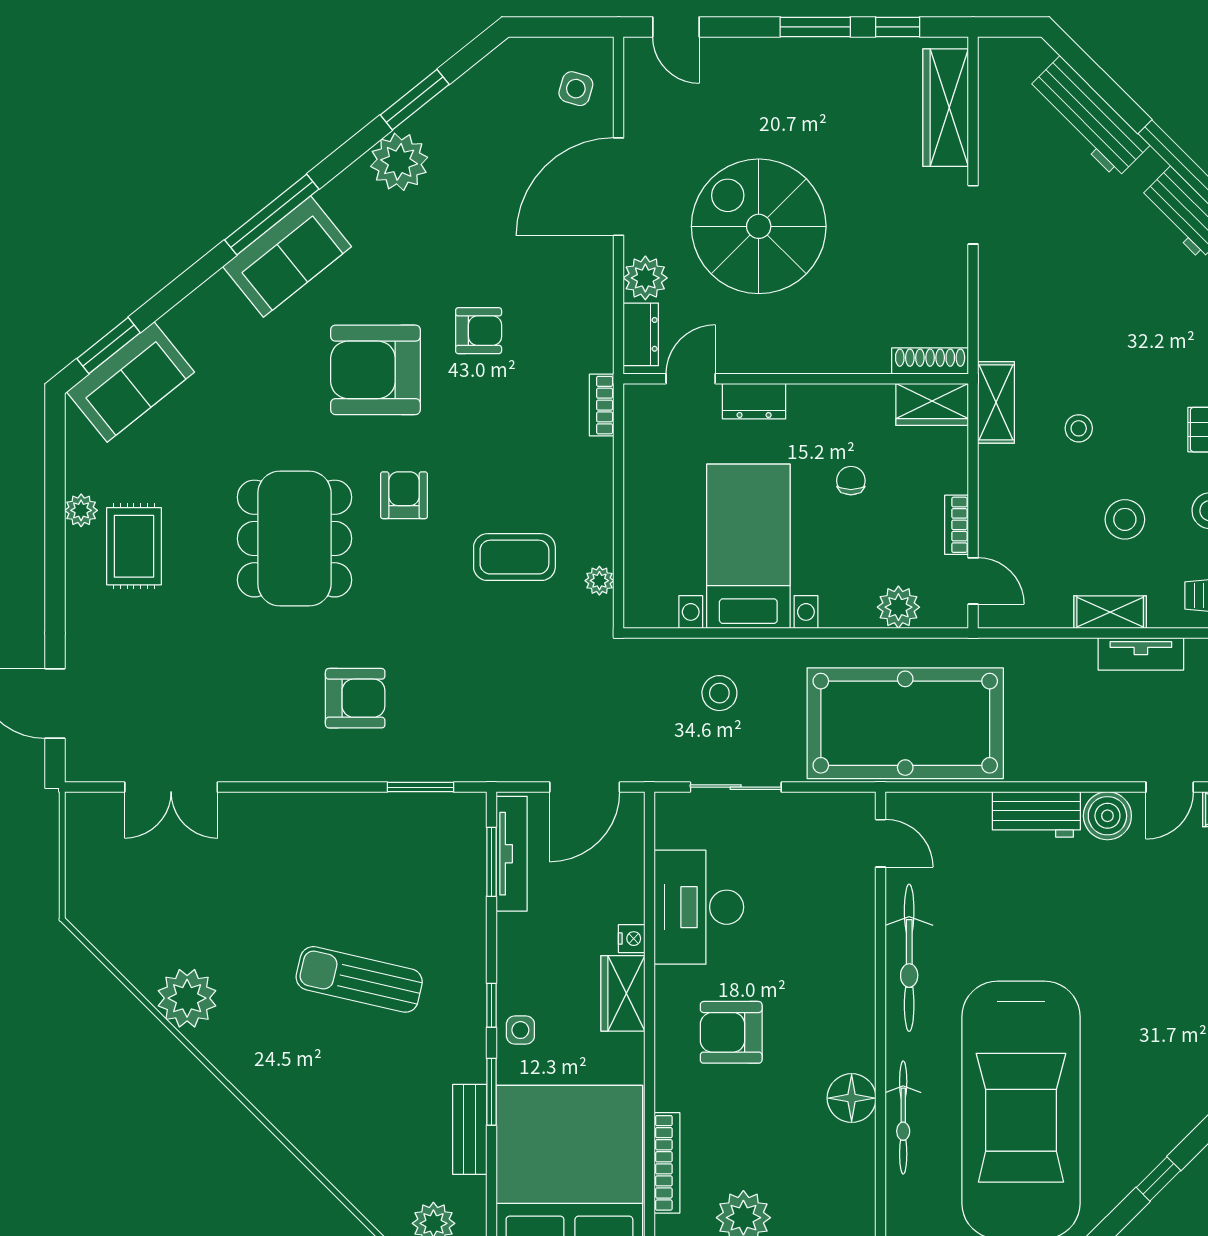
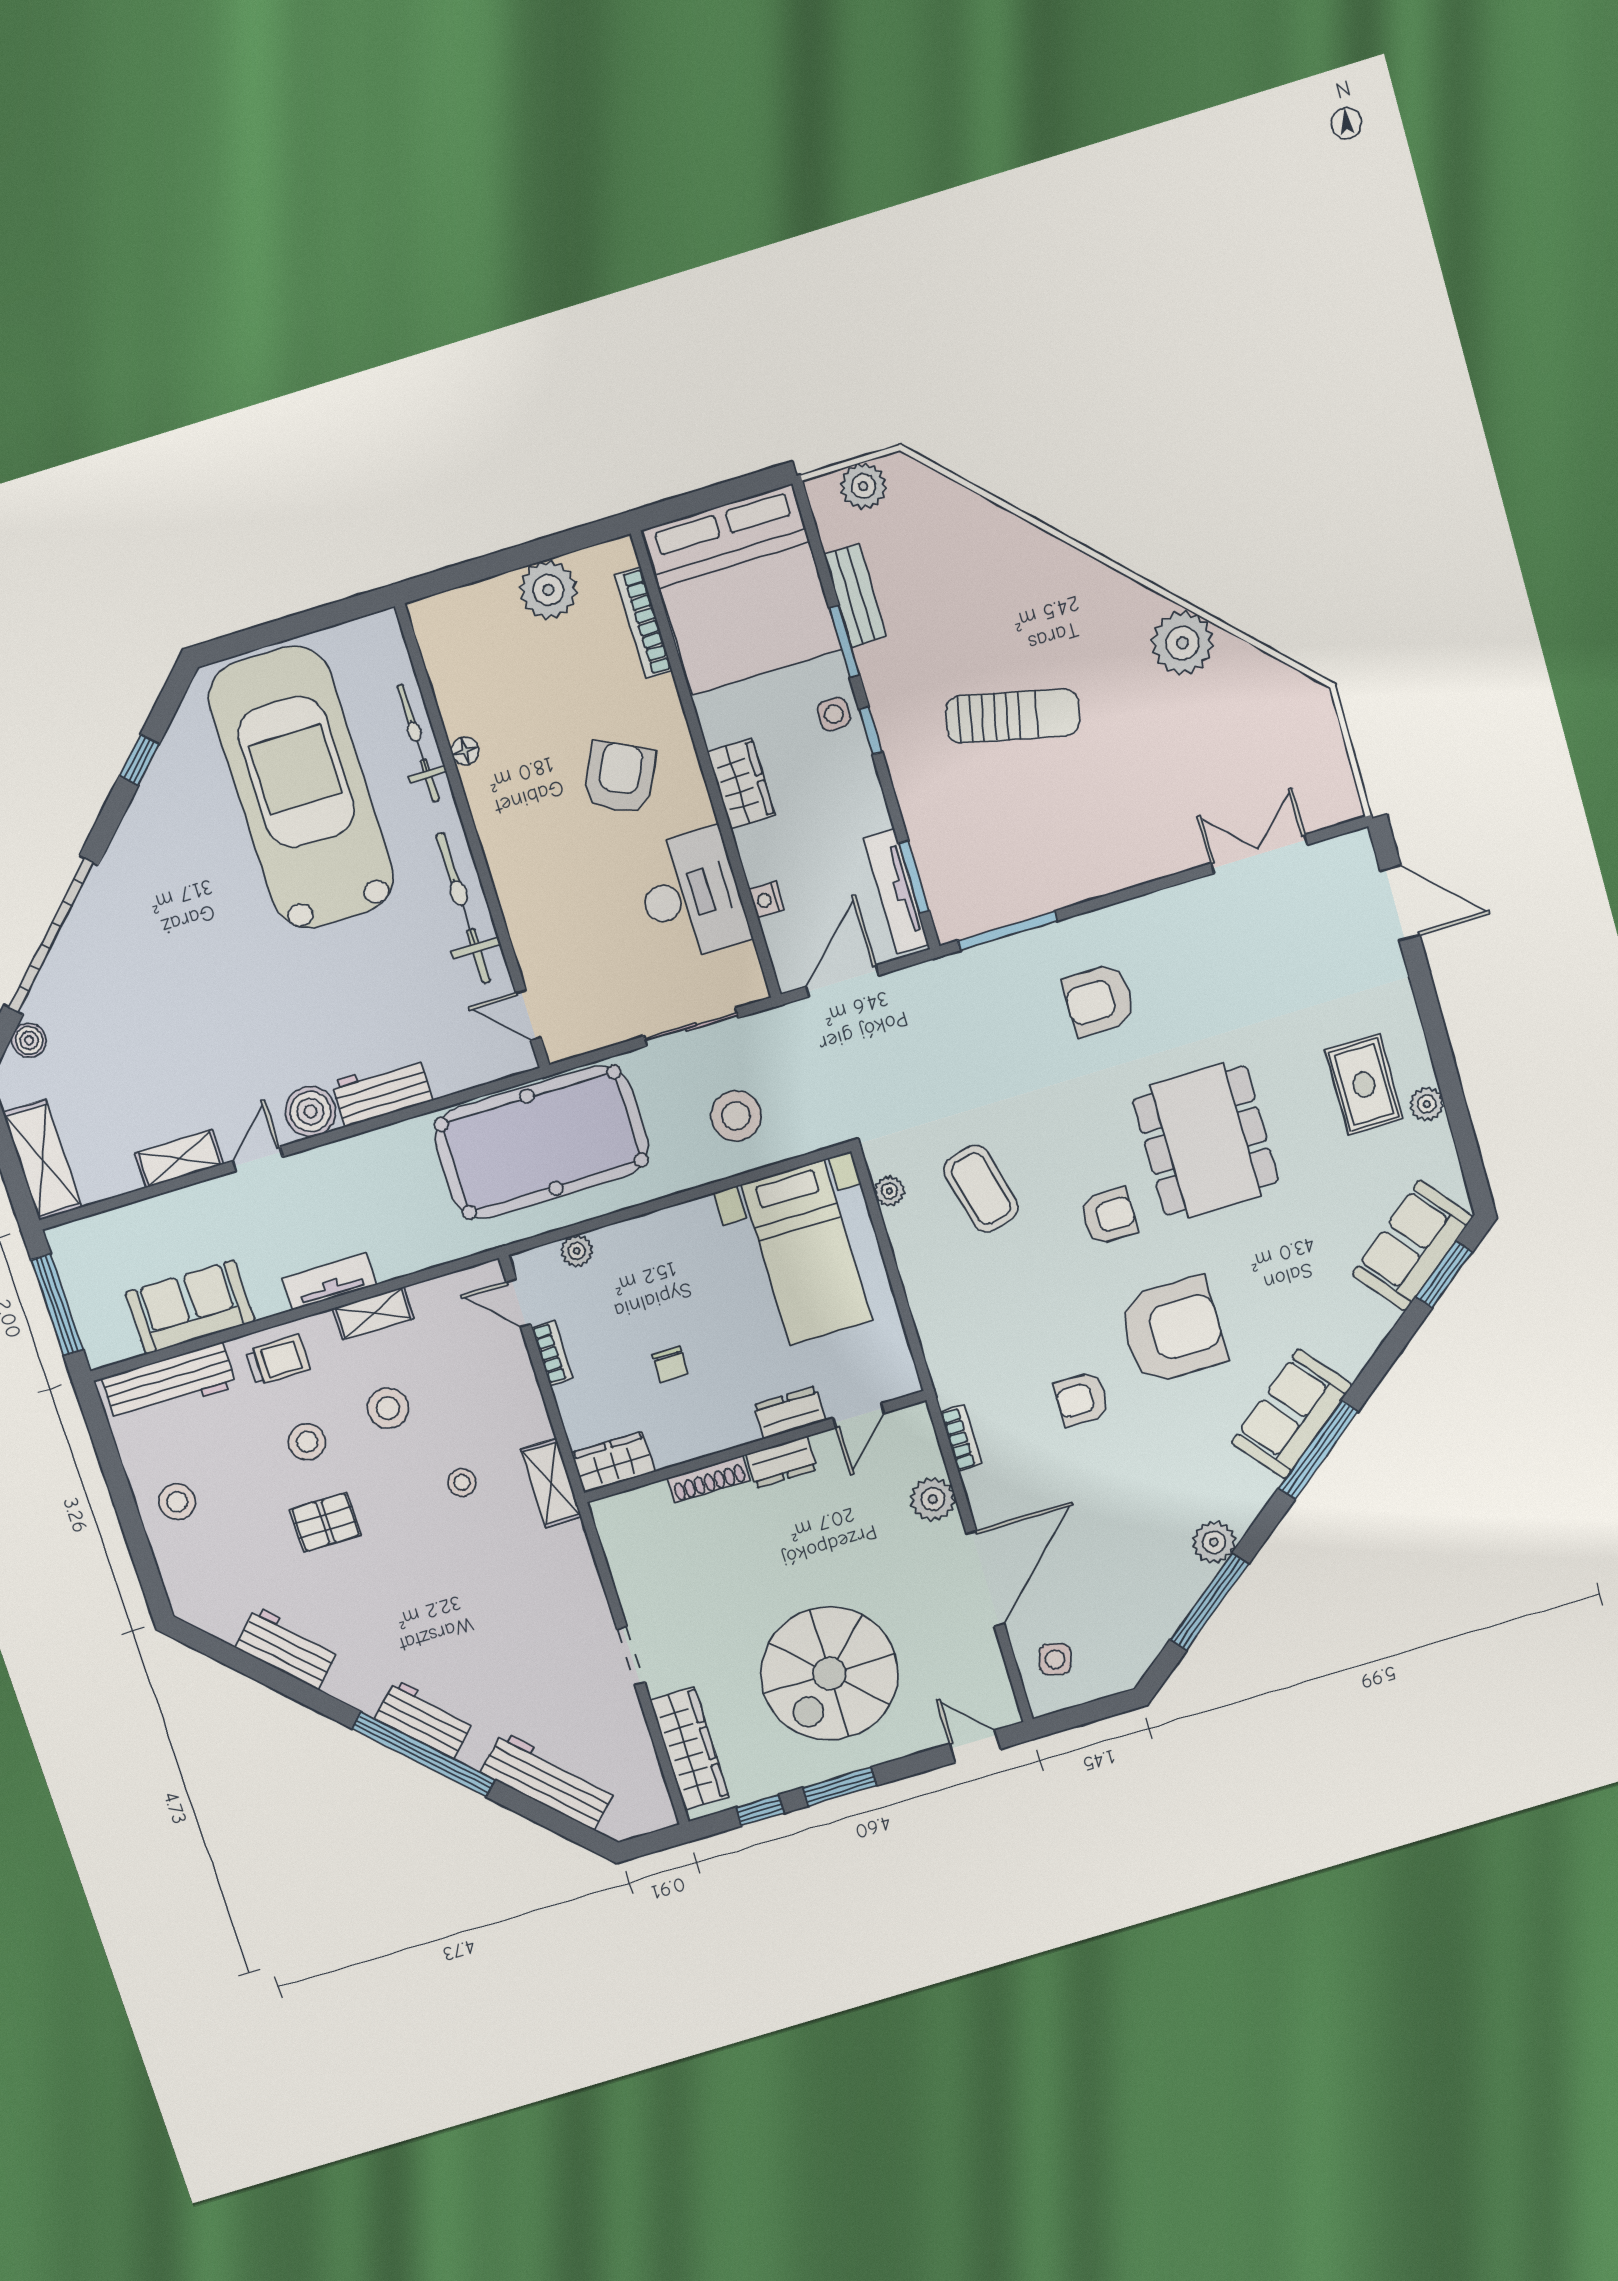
window: (415, 100) -> (1209, 1602), width x1.44
plant: (399, 162) -> (1214, 1542), width x0.73, depth x0.73
spiral stairs: (759, 226) -> (829, 1674), moved, turned 90
dresser: (641, 334) -> (781, 1462), moved, turned -90
shoe rack: (930, 361) -> (709, 1479), moved
bookcase: (602, 405) -> (961, 1438), moved
armchair: (404, 495) -> (1109, 1216), turned -90
bed with nightstands: (748, 546) -> (807, 1253), moved
coffee table: (514, 557) -> (981, 1189), turned 76
plant: (898, 607) -> (577, 1251), width x0.73, depth x0.73
stool: (719, 693) -> (736, 1116), width x1.38, depth x1.38
window: (421, 787) -> (1008, 931), width x1.44
nightstand: (632, 939) -> (766, 900), moved
armchair: (731, 1032) -> (619, 777), turned -64
floor lamp: (852, 1098) -> (465, 751), width x0.53, depth x0.53

